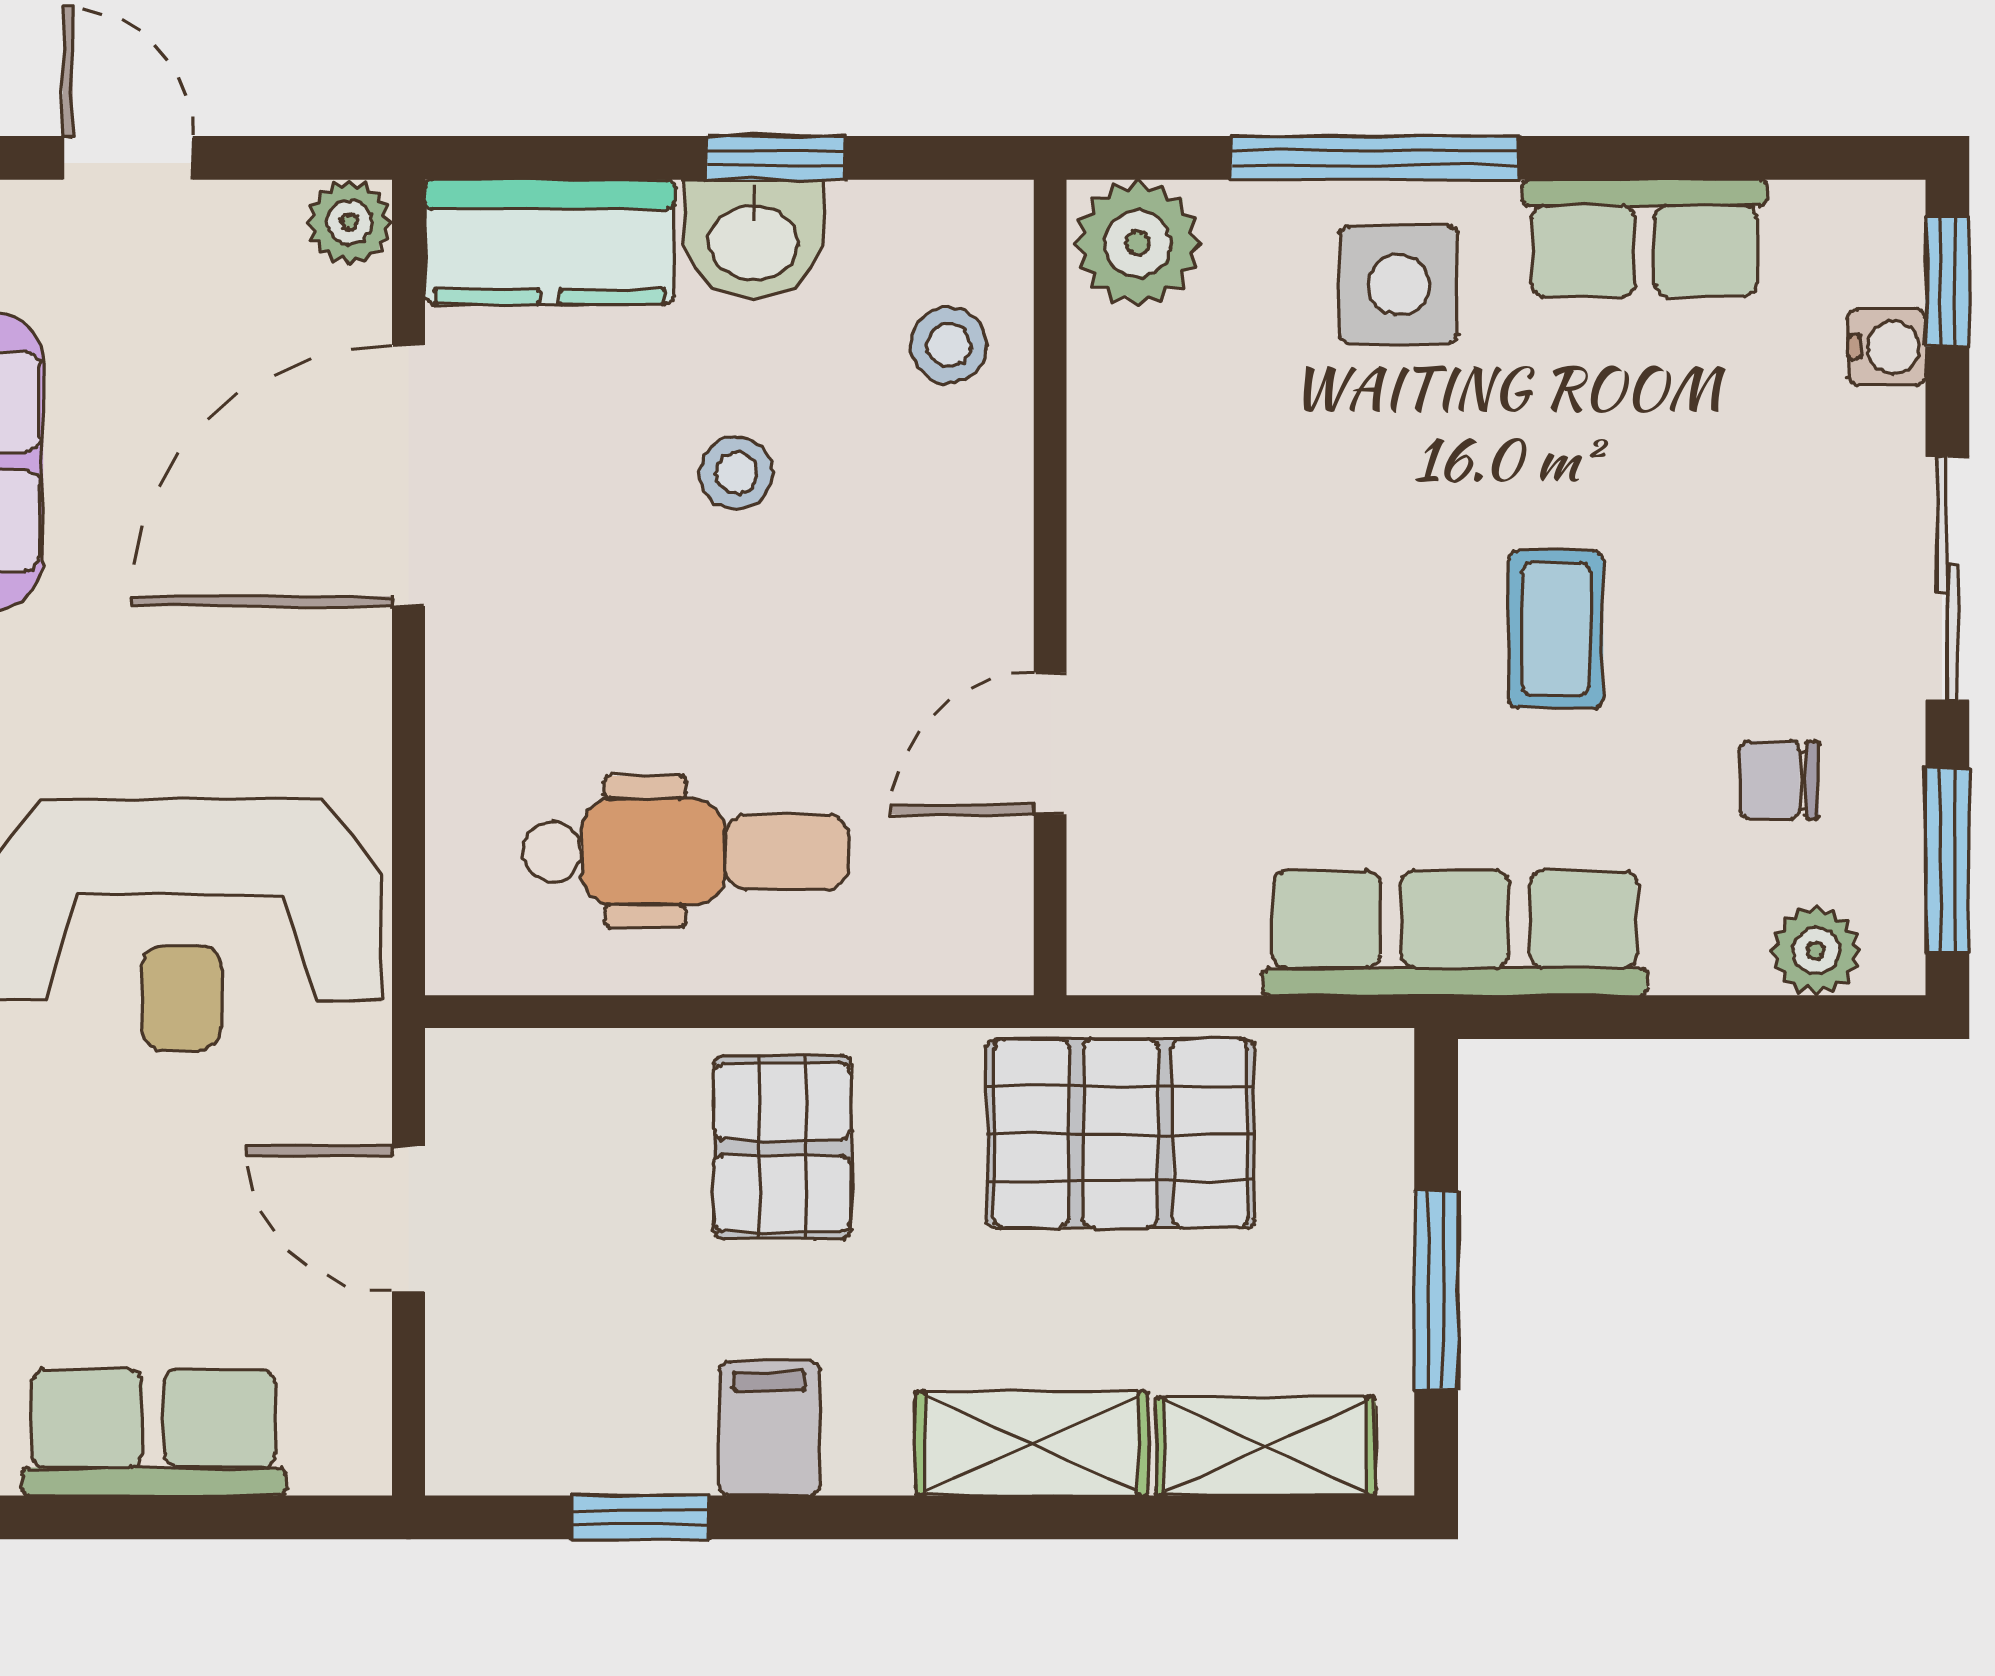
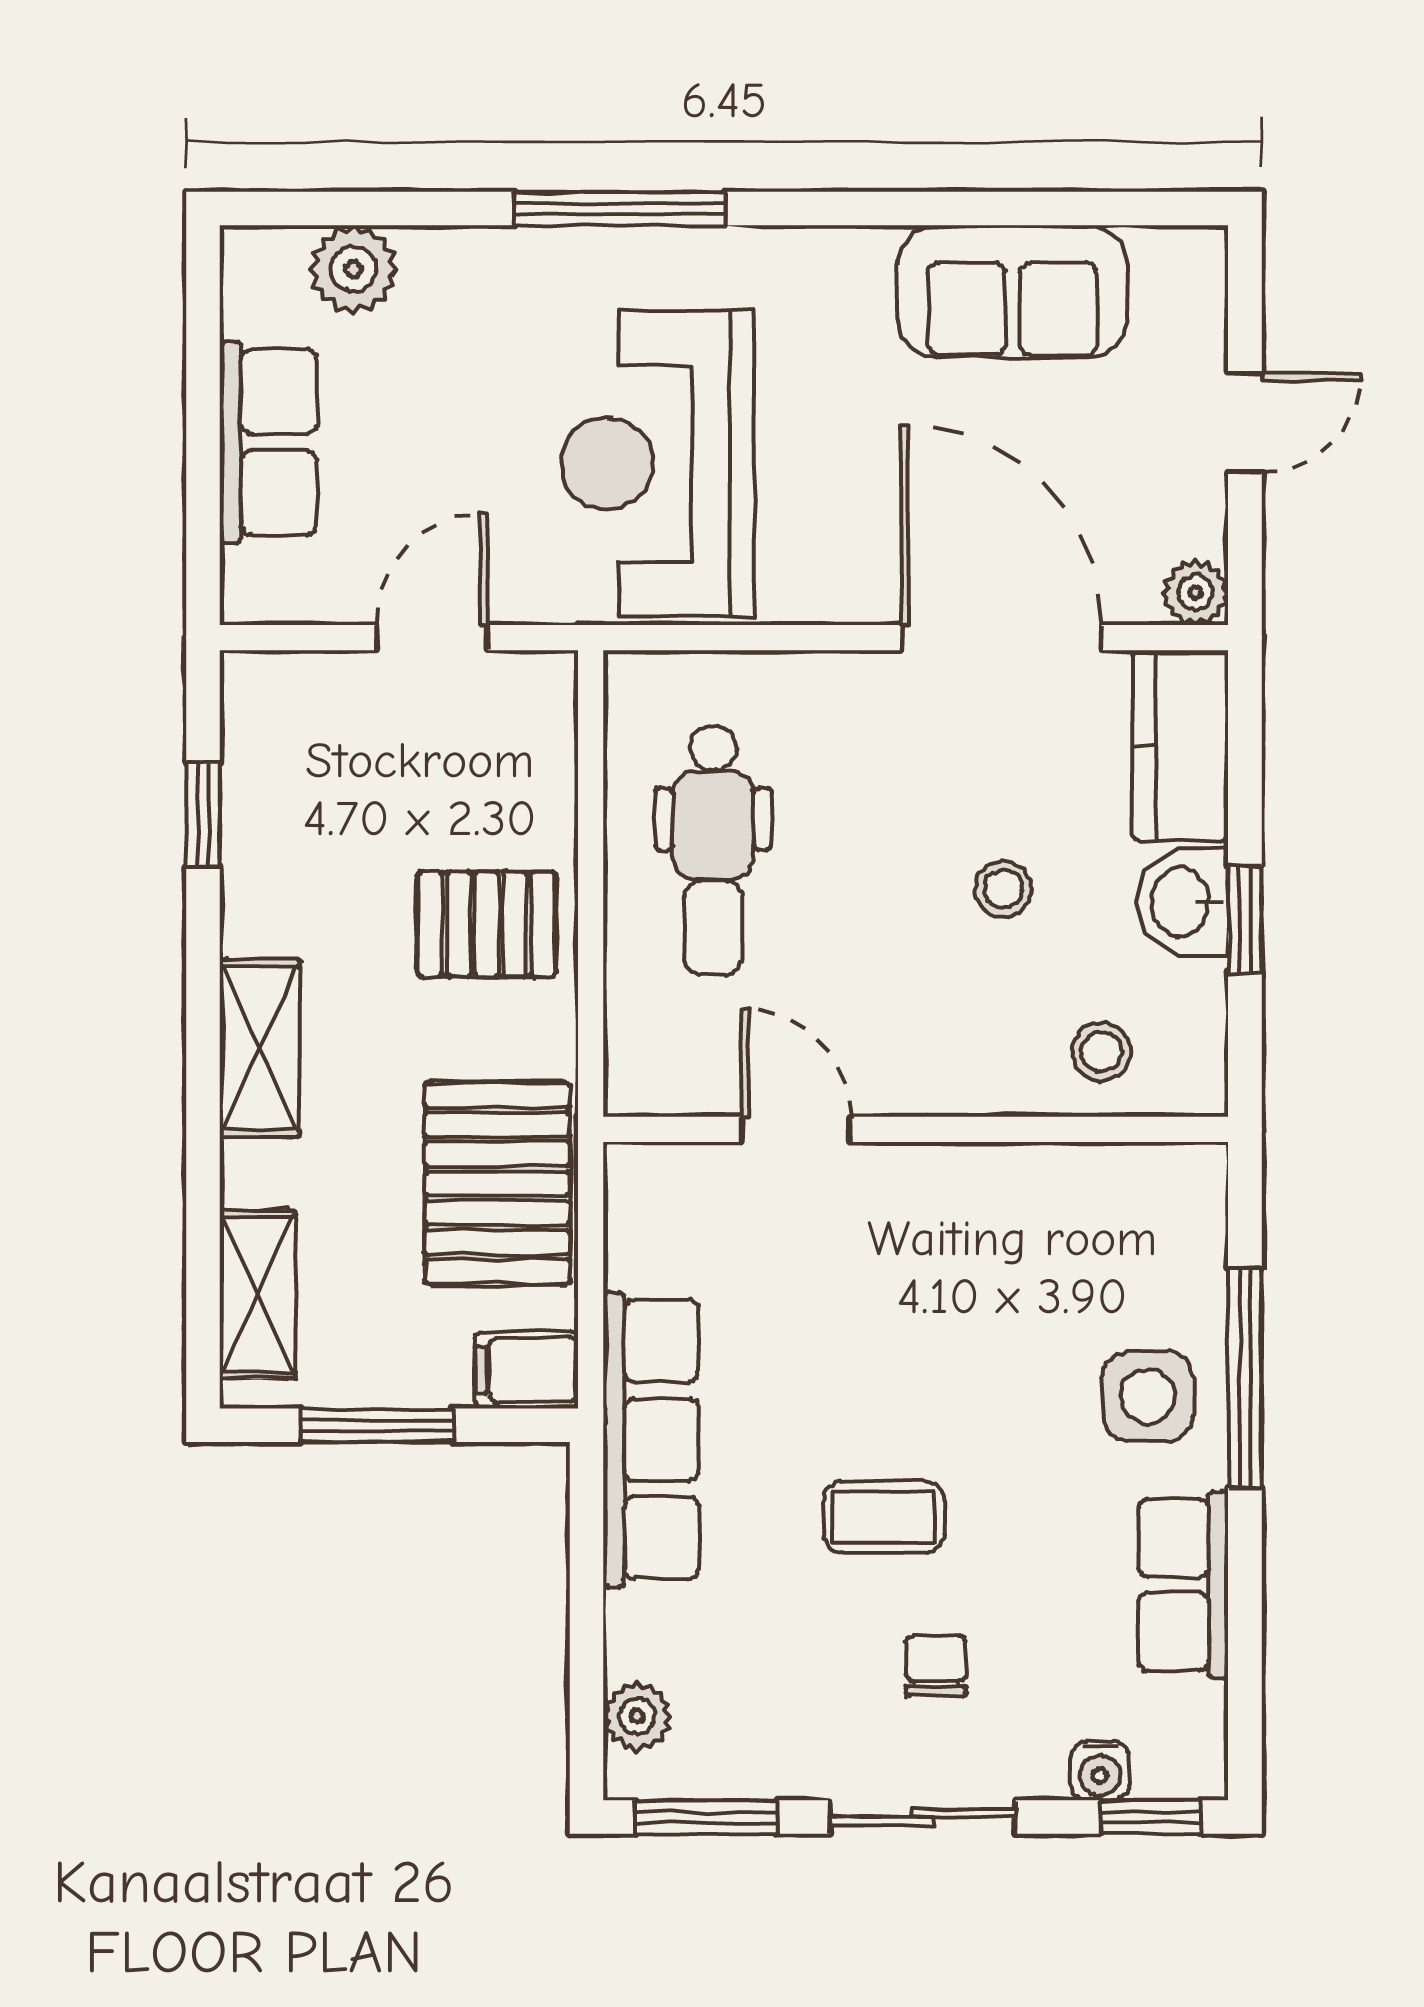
plant: (1138, 243) -> (1180, 1196), removed
chair: (1779, 780) -> (936, 1666), moved
filing cabinet: (769, 1428) -> (527, 1370), moved, turned 180
shelving: (1031, 1443) -> (260, 1048), moved

